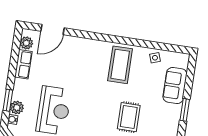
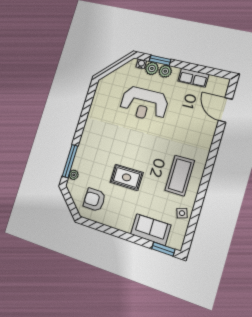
plant: (26, 43) -> (165, 71), moved
coffee table: (120, 65) -> (180, 176), turned 90
window: (185, 110) -> (163, 249), moved

